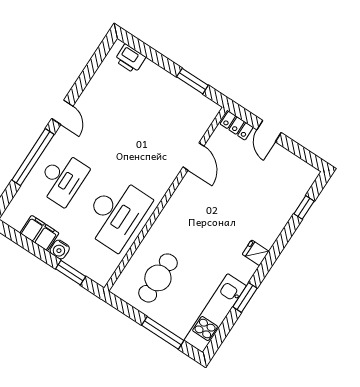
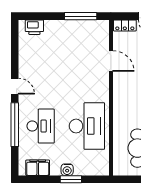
window: (192, 81) -> (81, 16), width x1.44
filing cabinet: (39, 233) -> (38, 168), moved
window: (71, 273) -> (71, 179), moved

